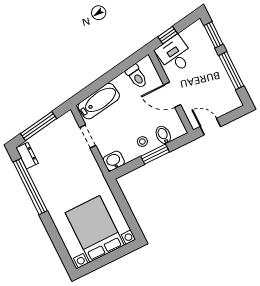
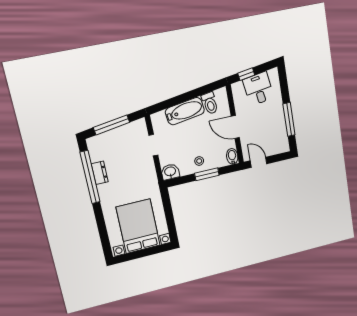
window: (214, 35) -> (284, 85), removed
desk: (175, 55) -> (258, 89), moved
bathtub: (99, 101) -> (185, 111), moved
bidet: (163, 135) -> (232, 156), moved
dresser: (27, 156) -> (100, 173), moved

